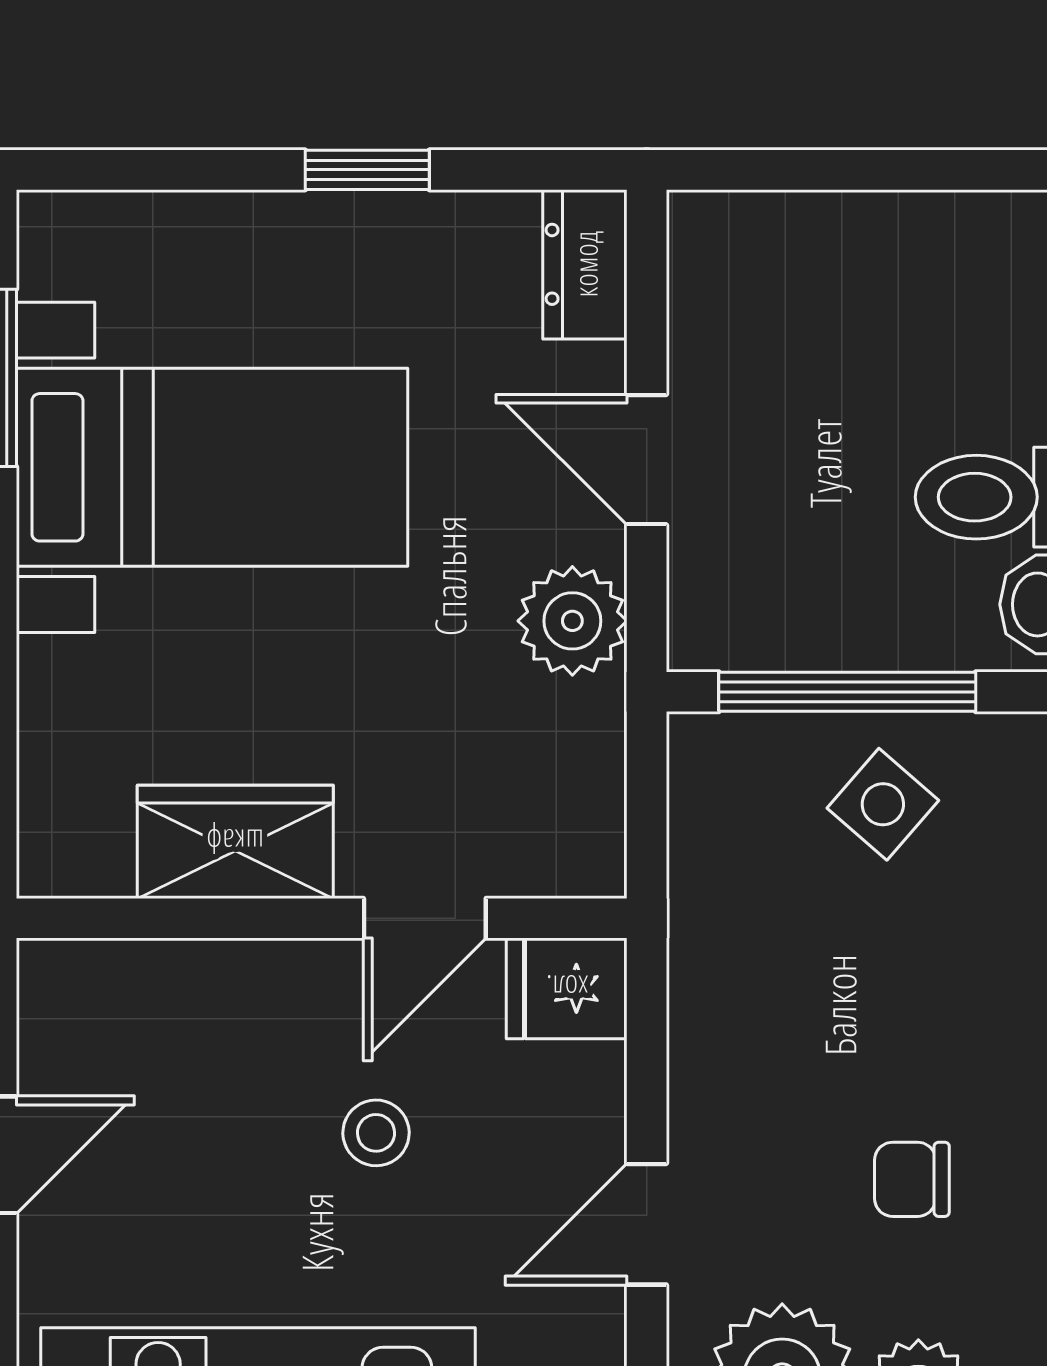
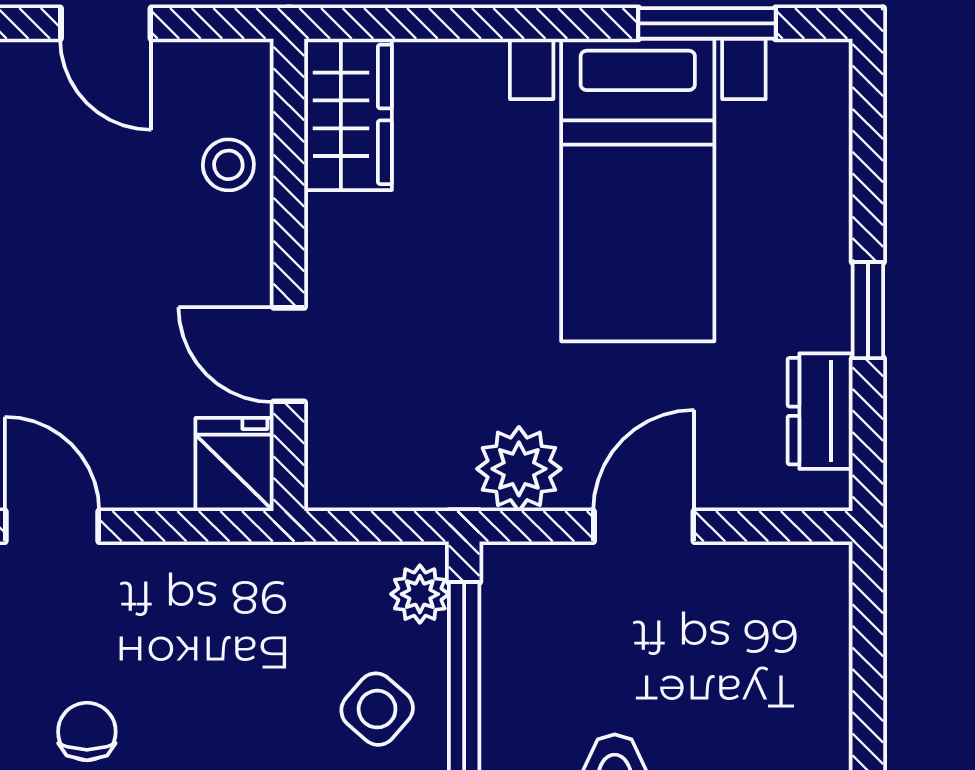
dresser: (585, 264) -> (820, 411), moved, turned -90
plant: (734, 749) -> (420, 594), added
wardrobe: (235, 842) -> (348, 114), moved
stool: (376, 1133) -> (228, 165), moved

